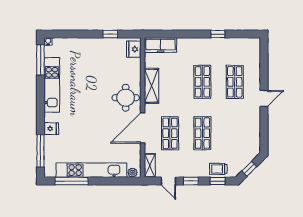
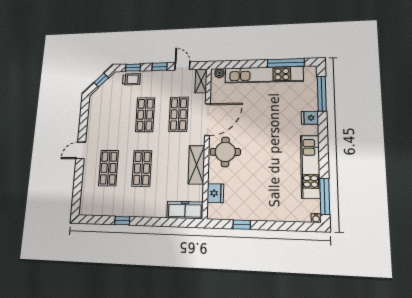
fridge: (134, 49) -> (215, 193), moved

